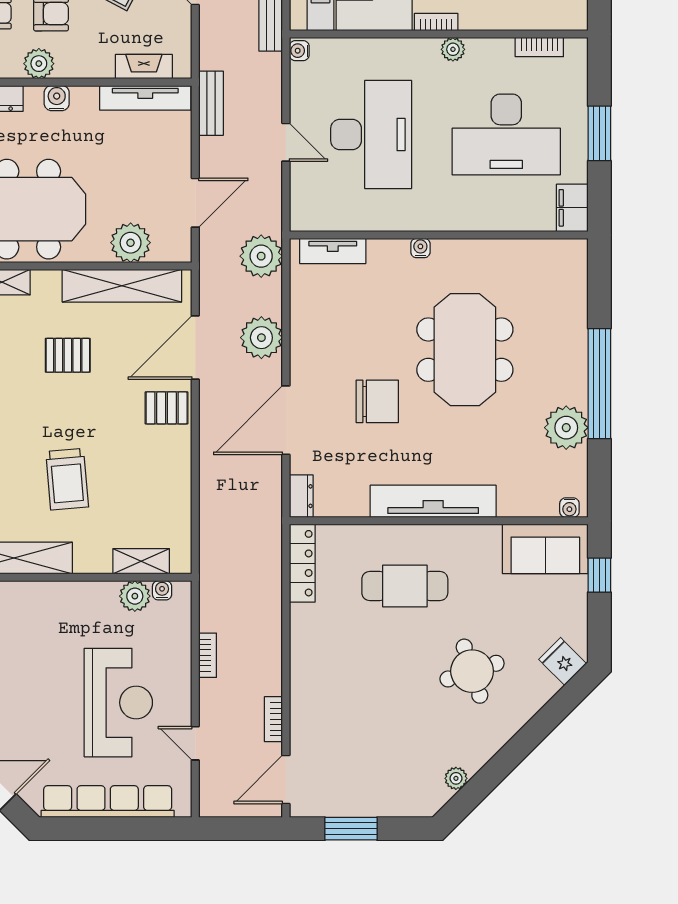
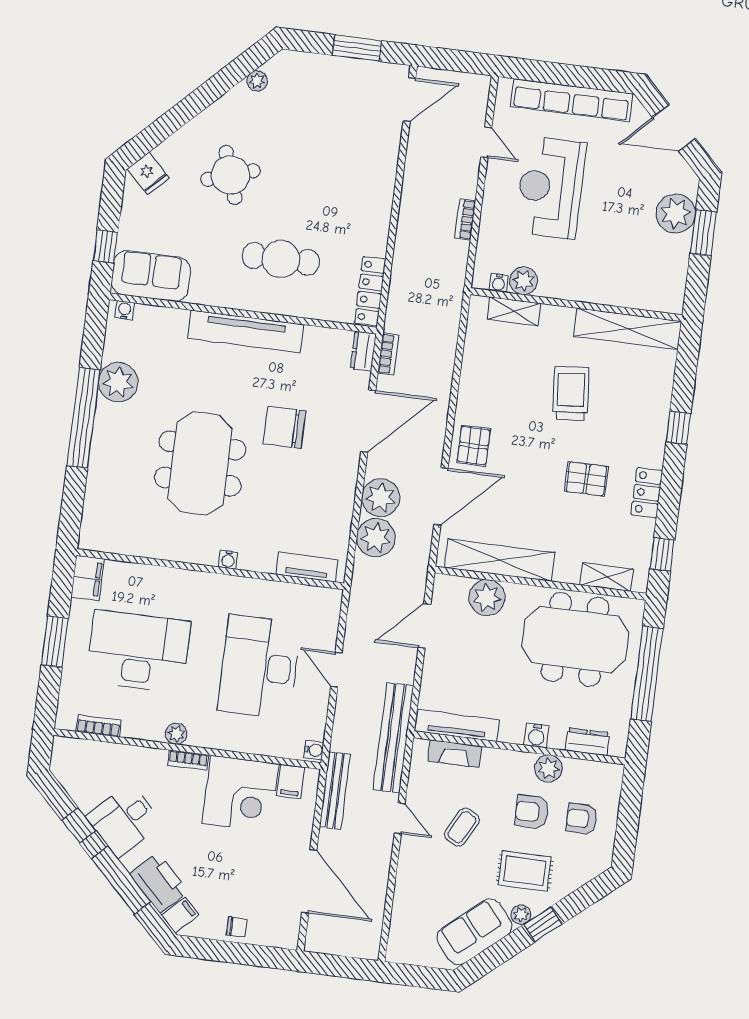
bench: (211, 103) -> (393, 738), width x1.86, depth x1.21
plant: (261, 256) -> (376, 538), moved
pallet: (68, 355) -> (586, 479), moved
pallet: (167, 408) -> (474, 446), turned 90
bookcase: (273, 719) -> (388, 354), moved

